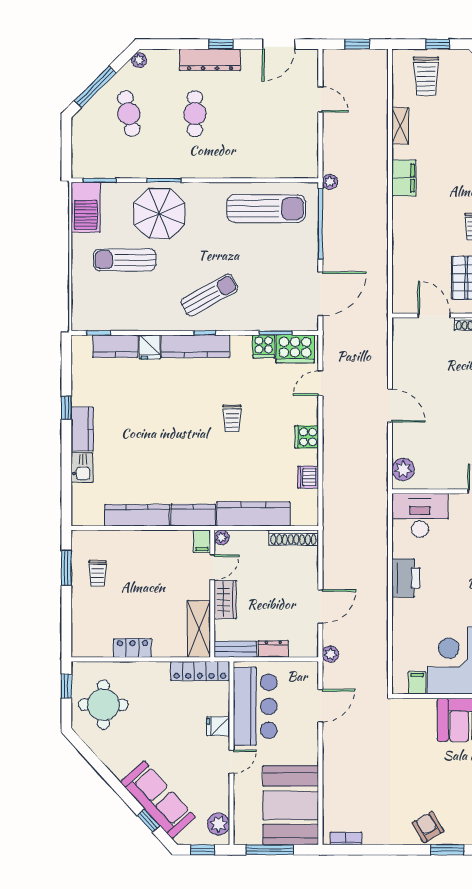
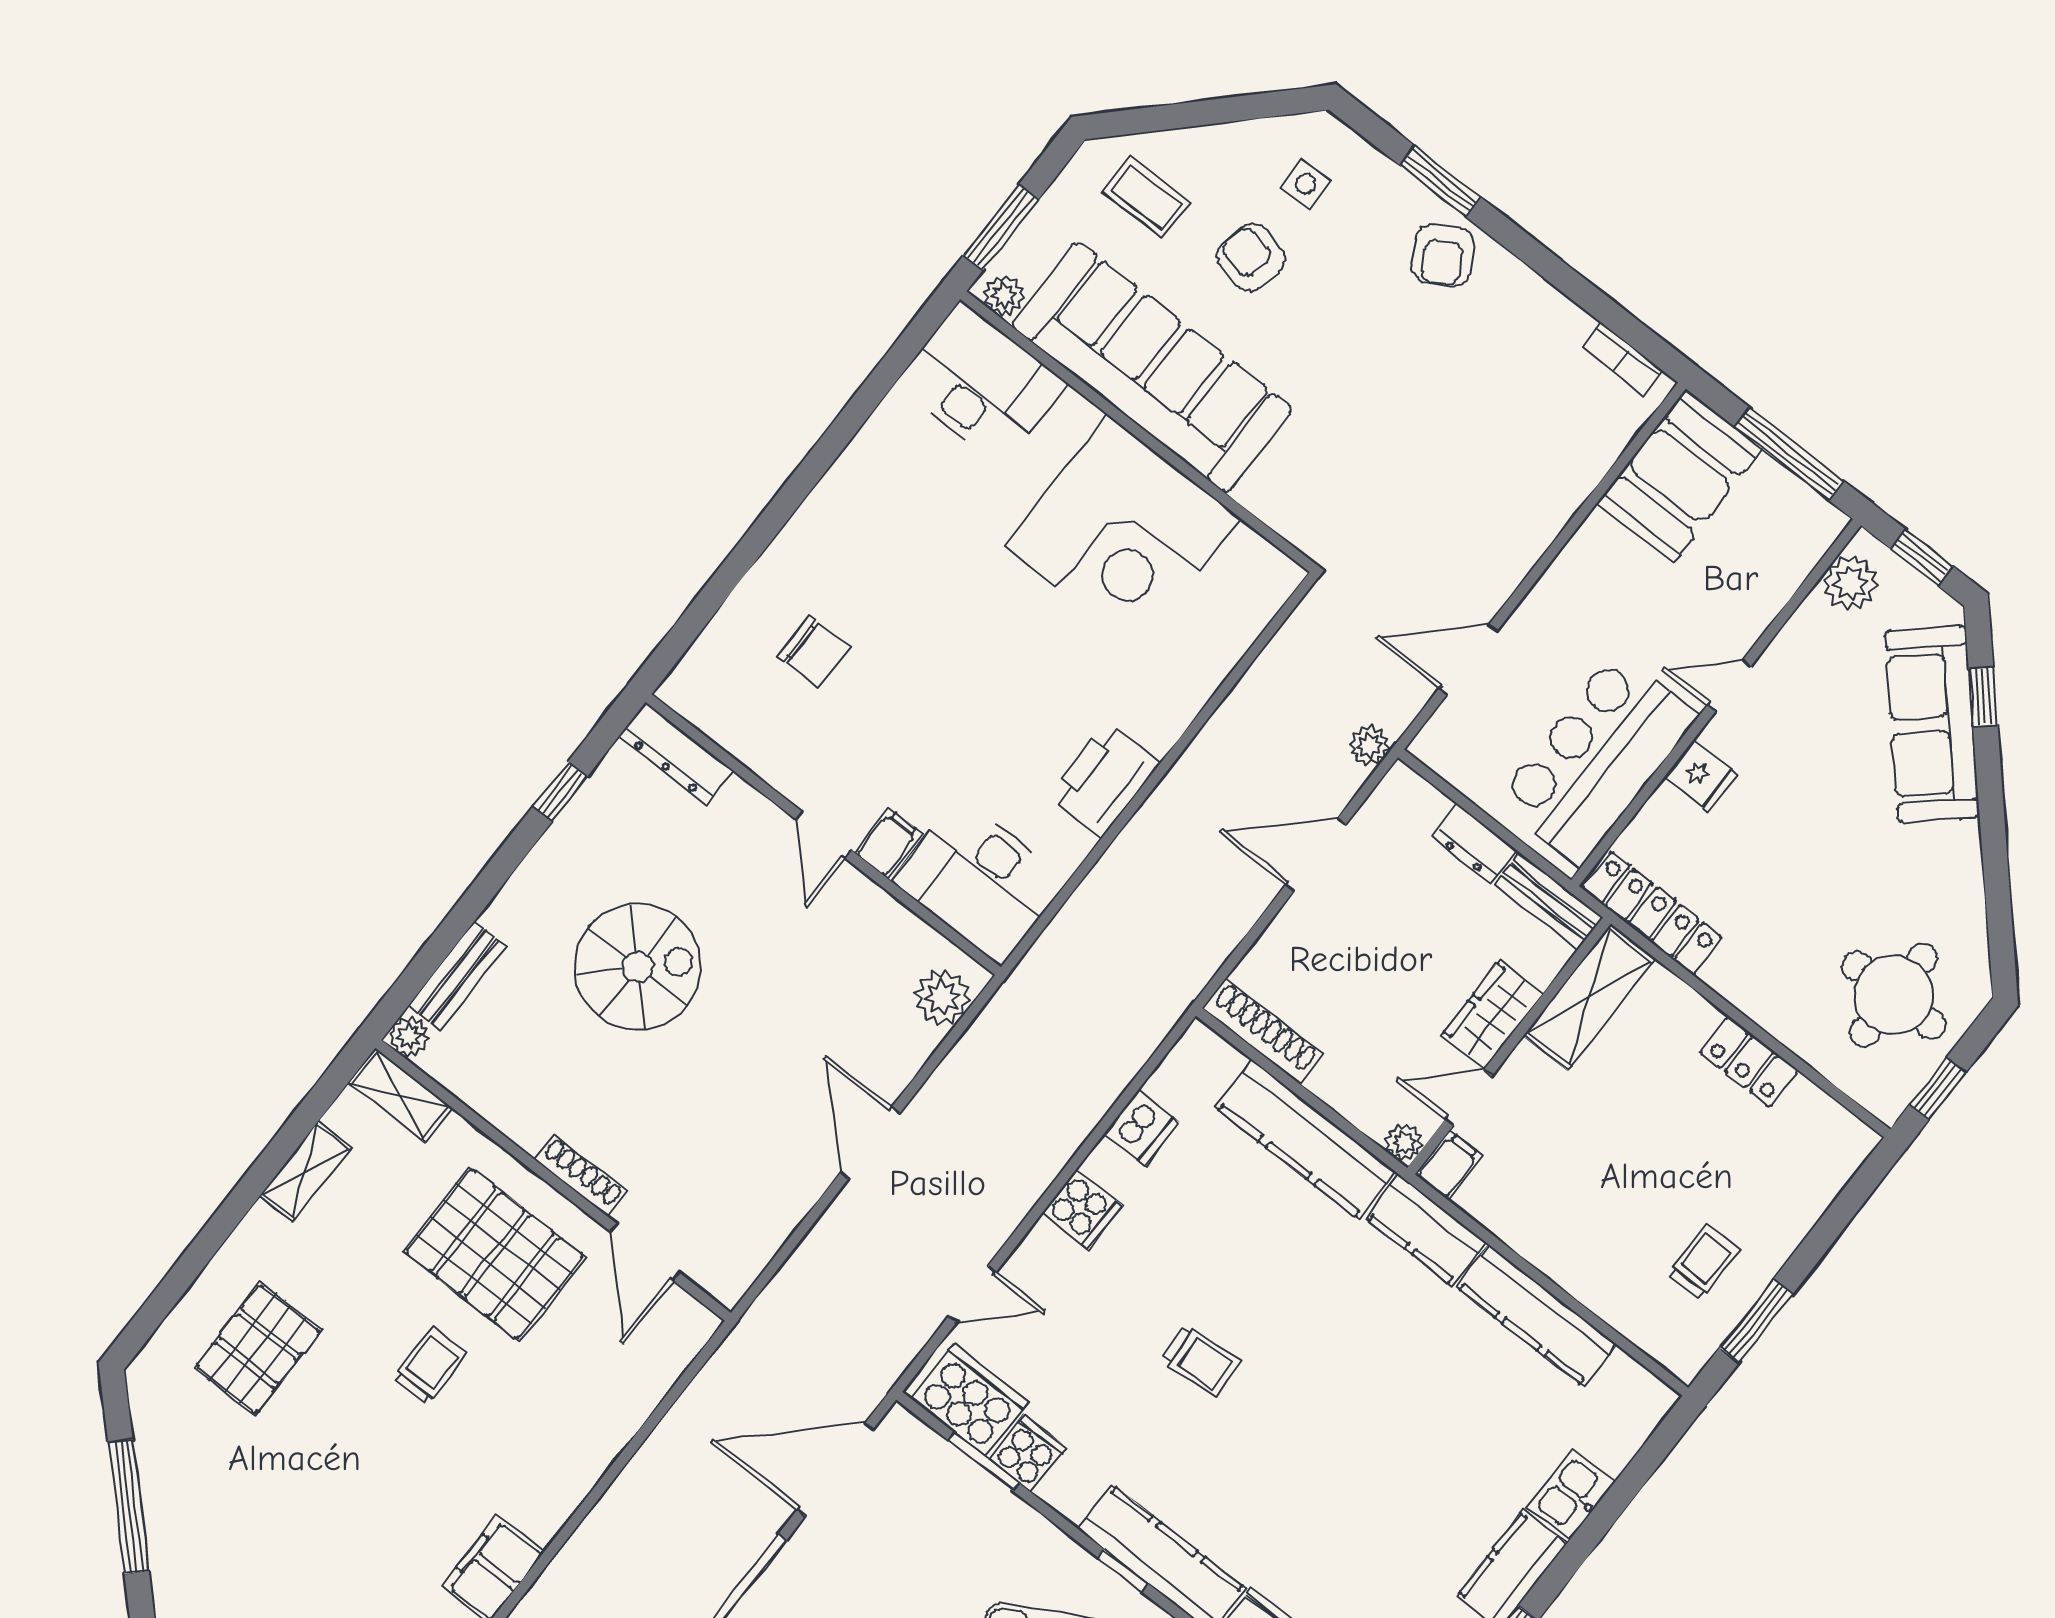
trolley: (232, 418) -> (1201, 1361), turned 86
filing cabinet: (417, 683) -> (888, 843), moved, turned 180
booth: (291, 805) -> (1680, 476), width x0.73, depth x0.70

